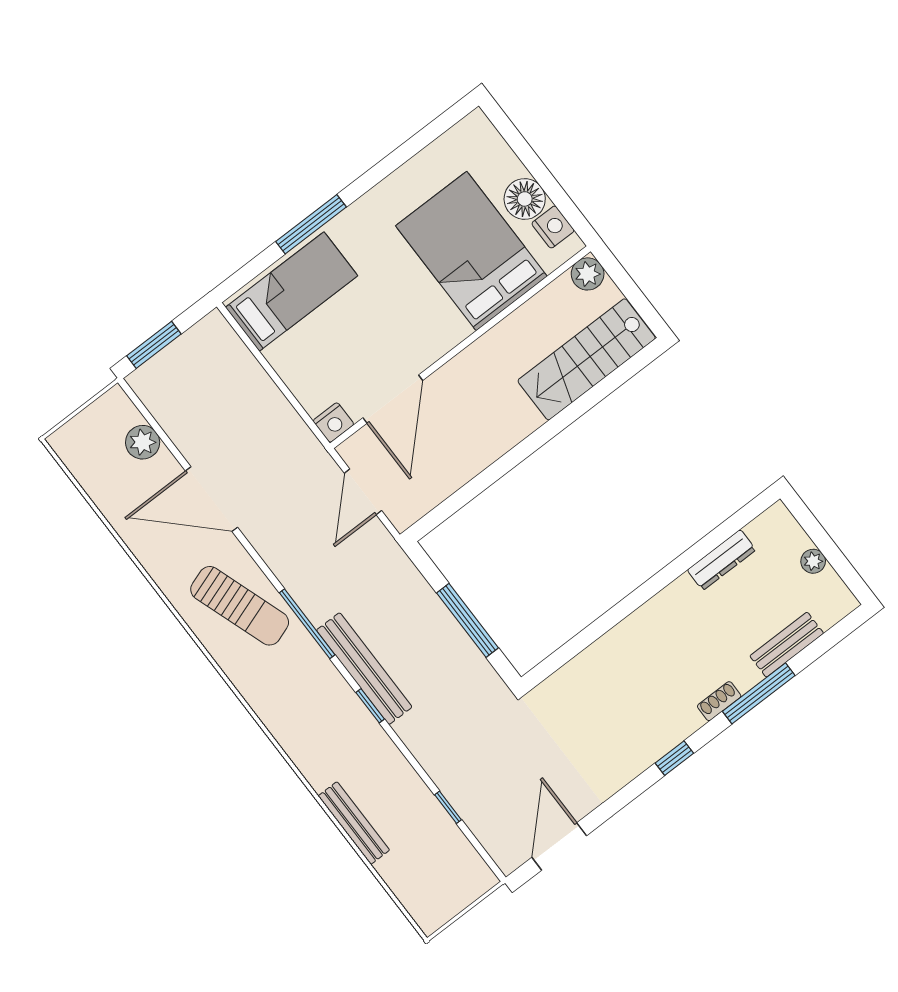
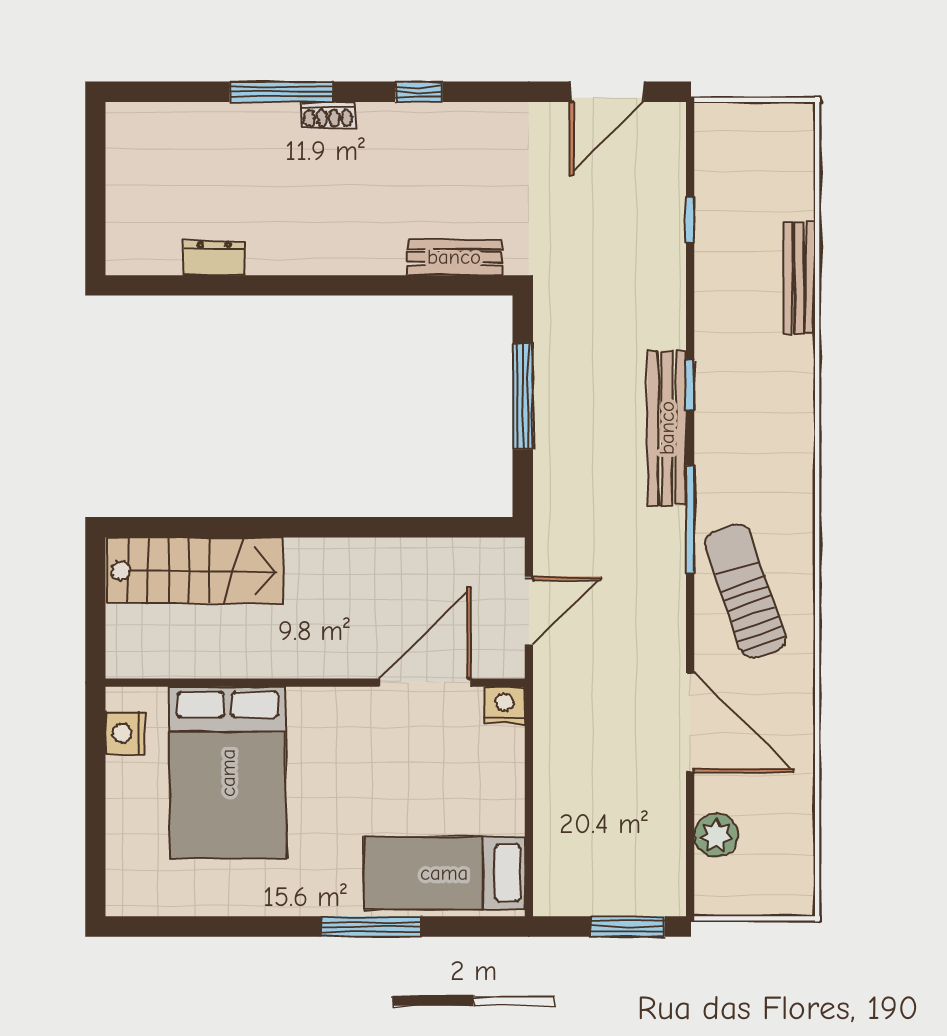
floor lamp: (525, 199) -> (132, 784), removed
plant: (588, 274) -> (126, 658), removed
dresser: (722, 560) -> (214, 258), width x0.70
plant: (813, 561) -> (121, 185), removed
bench: (787, 645) -> (454, 257), moved

